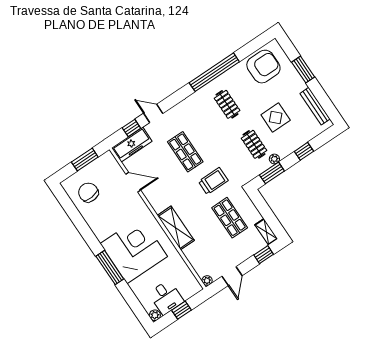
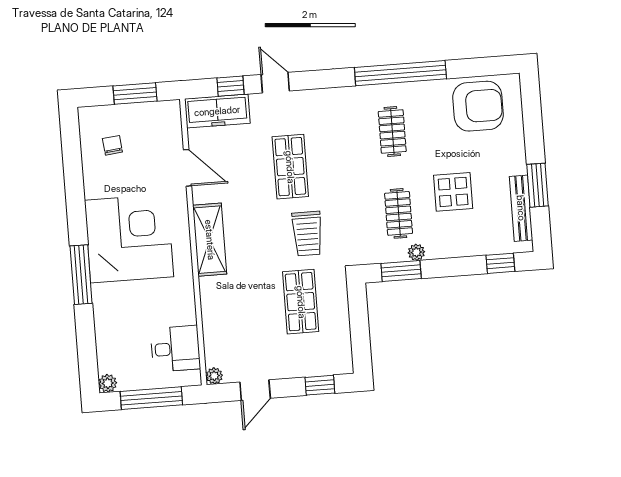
window: (303, 70) -> (537, 185), moved
window: (304, 151) -> (500, 263), moved
trolley: (213, 181) -> (307, 234), turned 90
chair: (88, 192) -> (112, 145), width x0.54, depth x0.54
shelving: (176, 228) -> (210, 240), moved
shelving: (266, 232) -> (343, 353), removed
corner desk: (134, 250) -> (129, 239), moved
desk: (166, 297) -> (175, 349), moved, turned -90
window: (181, 310) -> (151, 398), width x2.17

